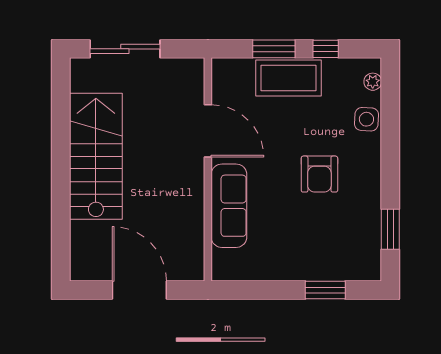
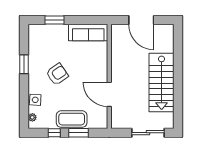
armchair: (319, 174) -> (57, 74), turned 55
sofa: (229, 206) -> (88, 33), moved, turned -90
window: (390, 229) -> (24, 64), moved

